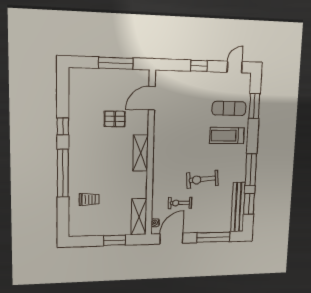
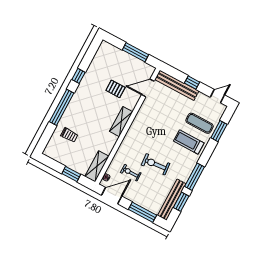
bench: (183, 78) -> (177, 85), added

